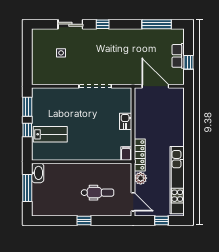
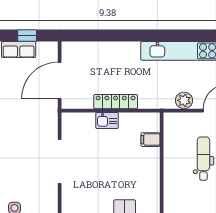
filing cabinet: (126, 153) -> (151, 140), moved
locker: (140, 155) -> (116, 102), moved

